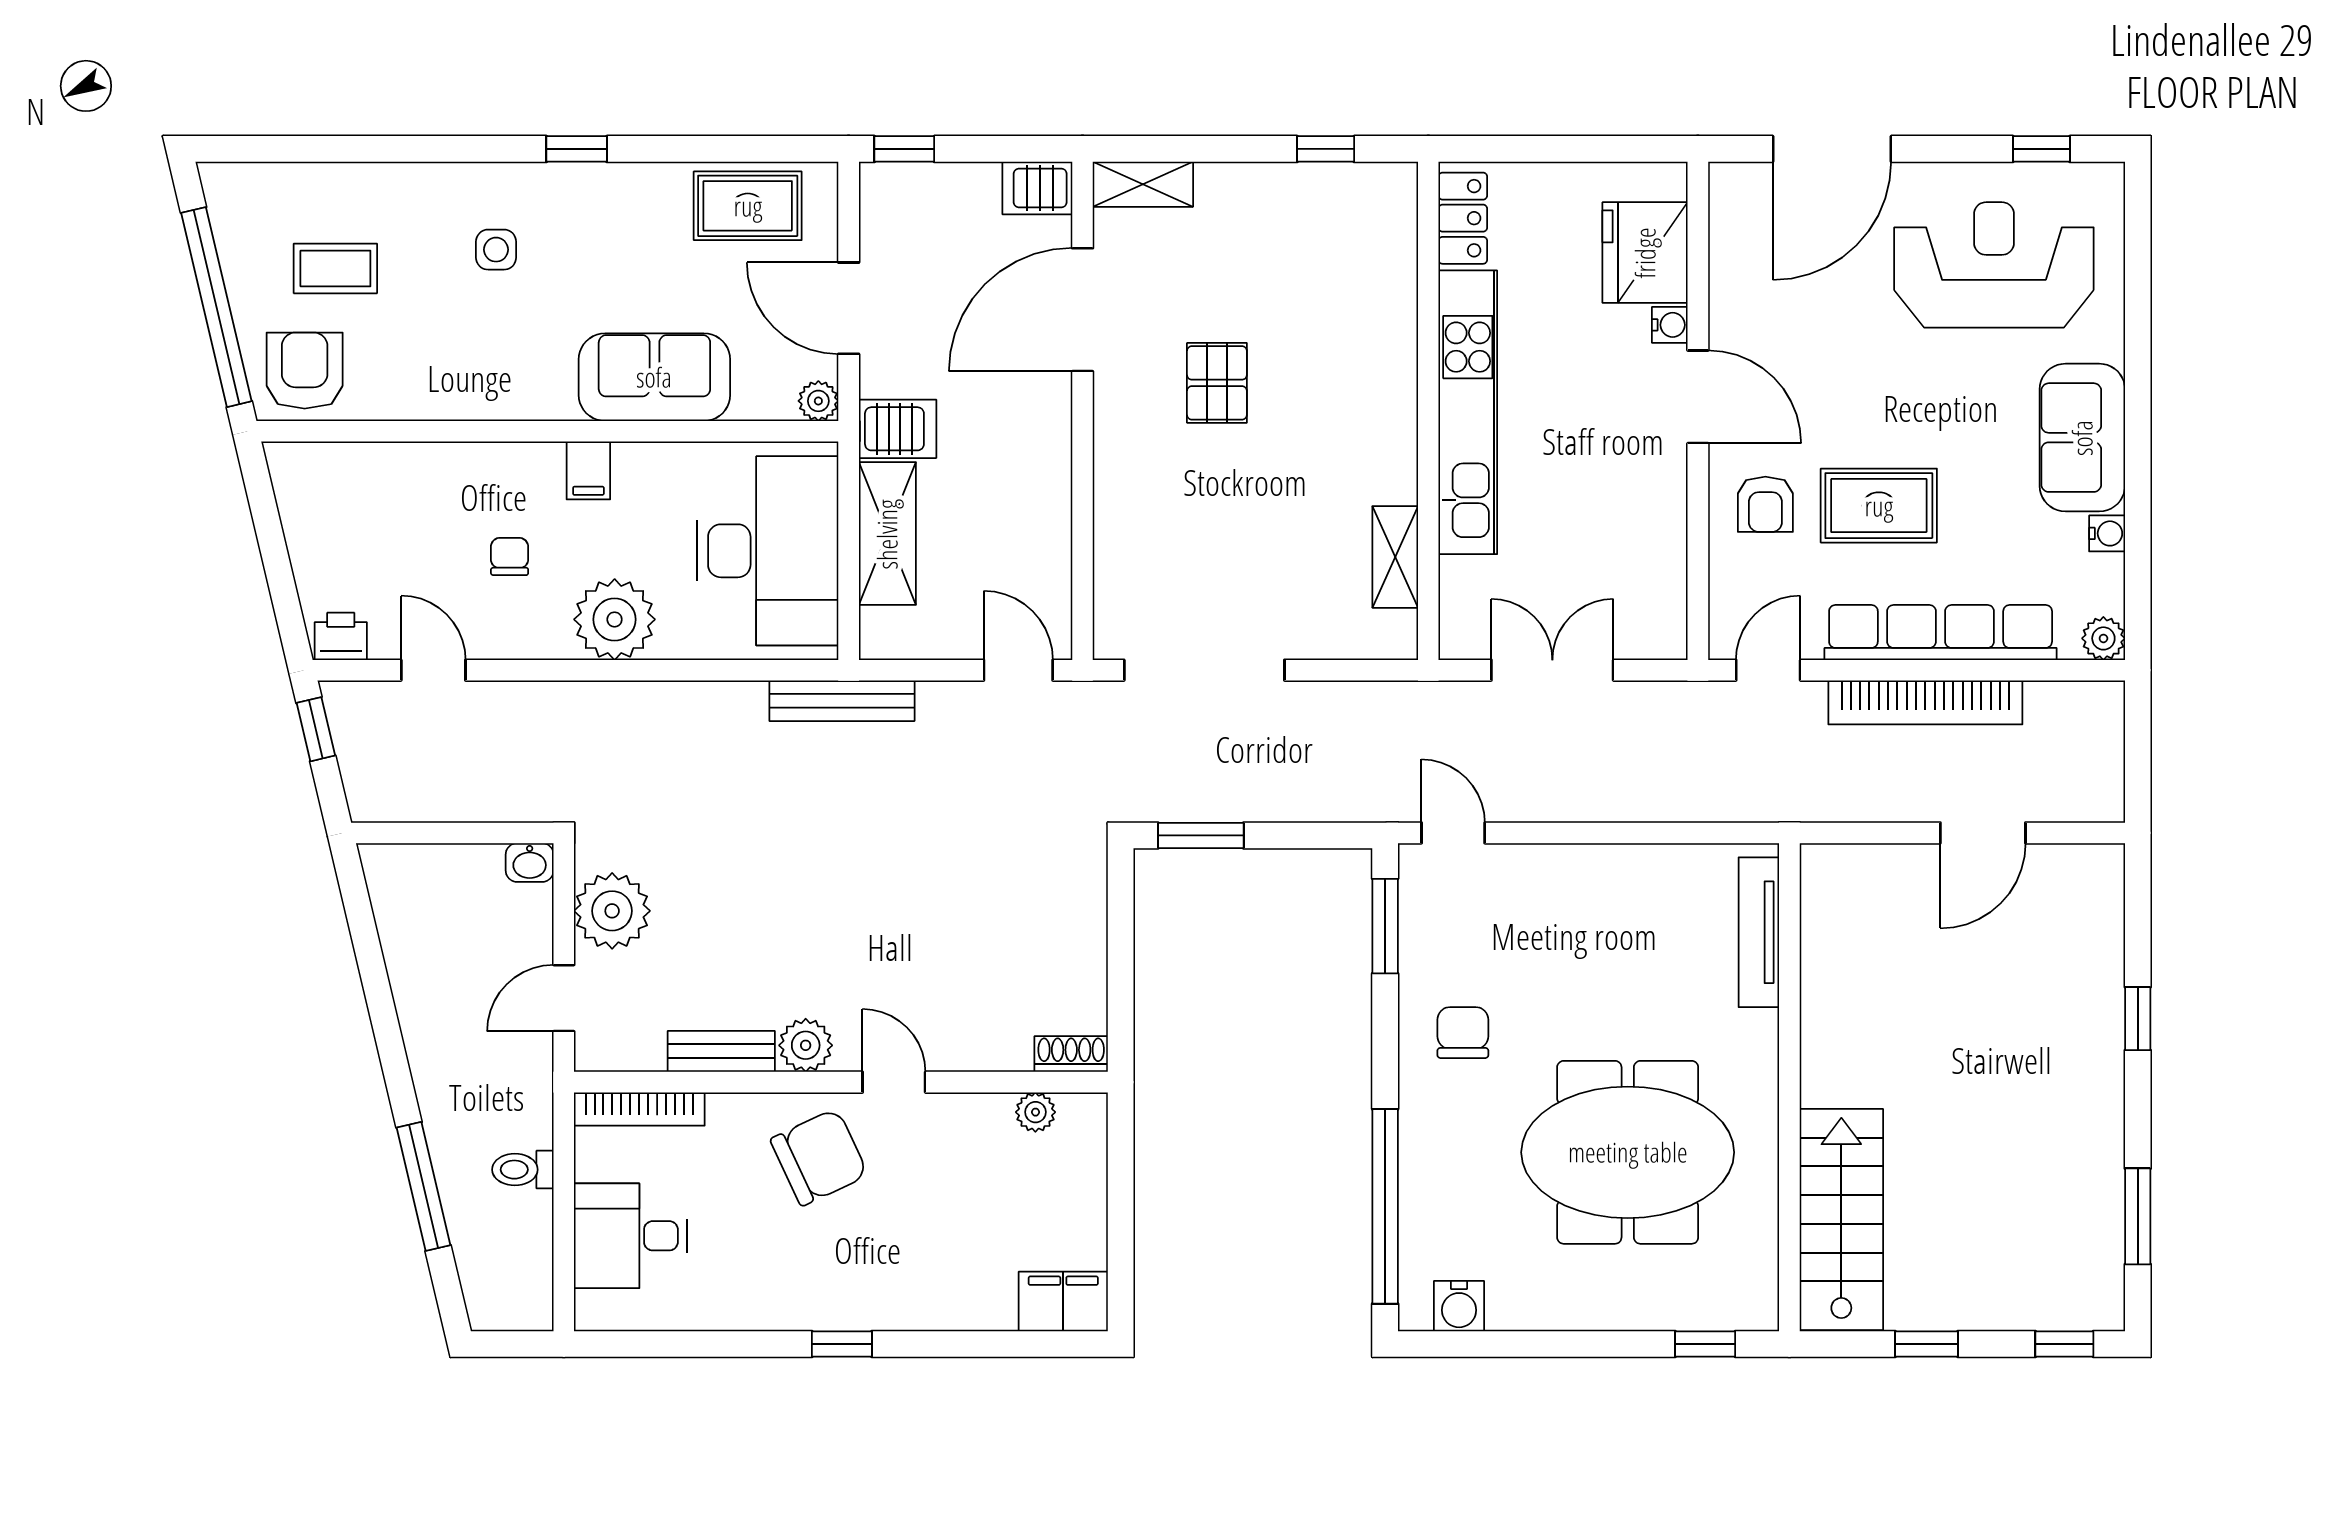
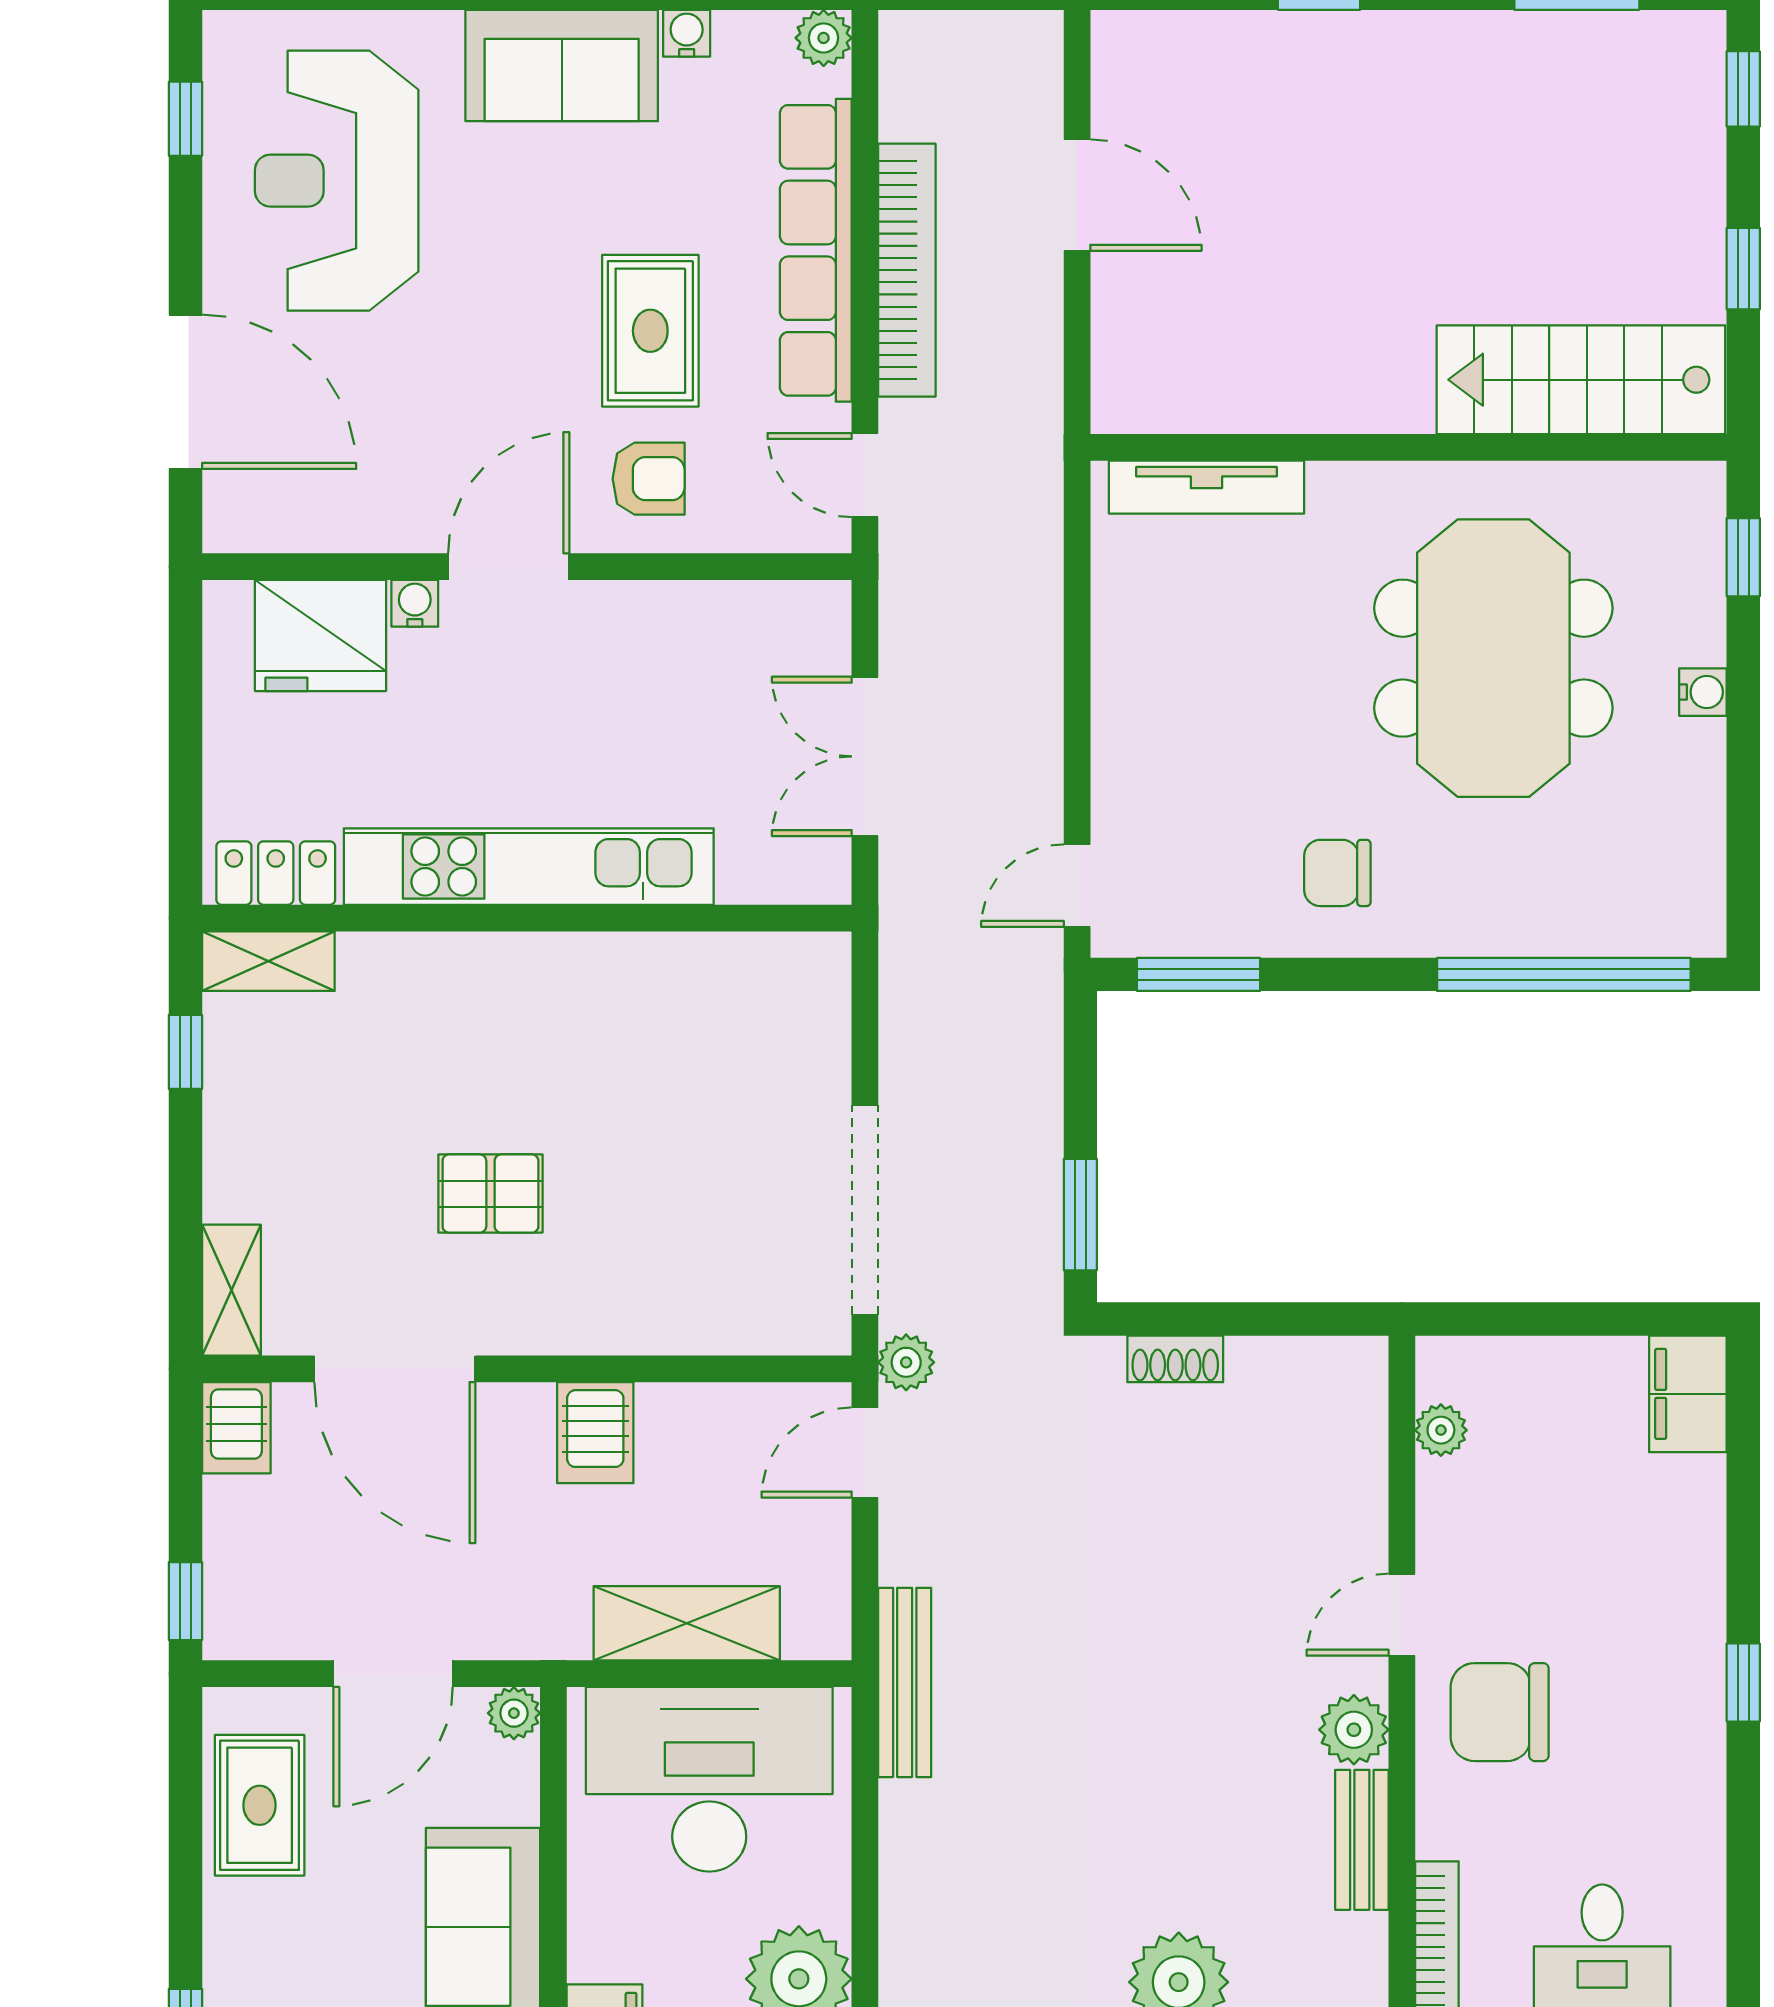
server rack: (898, 429) -> (595, 1433), moved, turned 180
shelving: (1395, 557) -> (268, 961), moved
plant: (1087, 702) -> (906, 1362), added
shoe rack: (1071, 1054) -> (1175, 1359), moved, turned -90
chair: (819, 1157) -> (1500, 1712), turned -65
water cooler: (1459, 1306) -> (1703, 692), moved, width x0.72, depth x0.72

